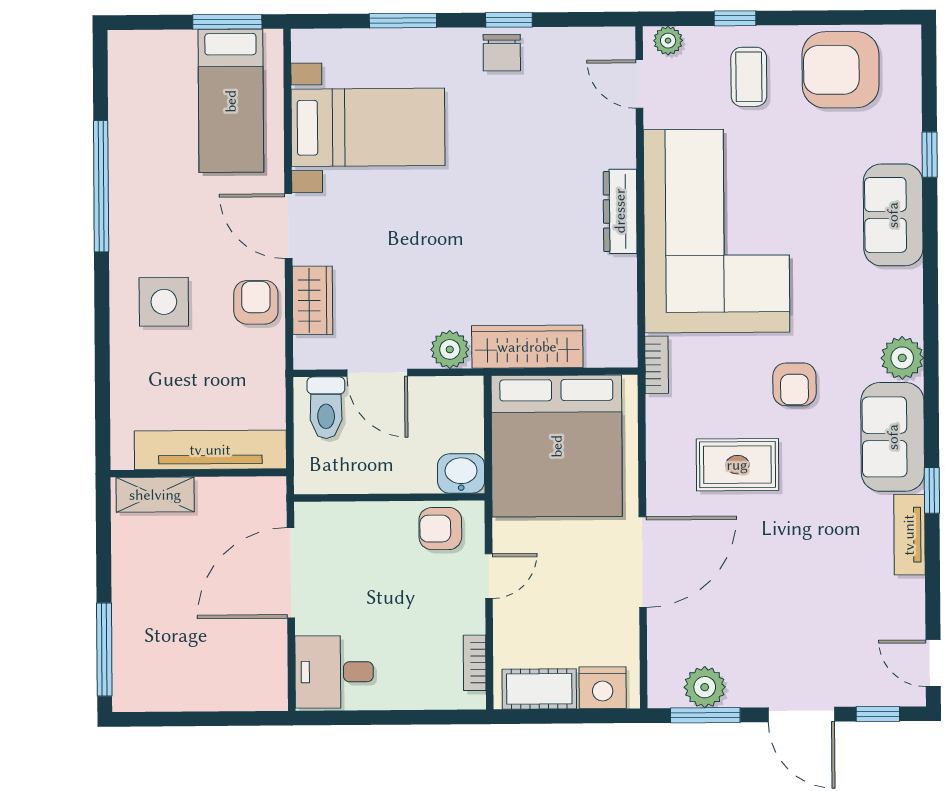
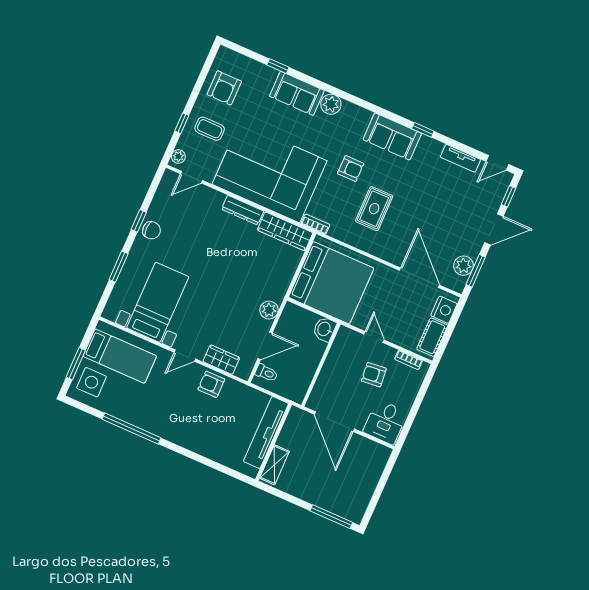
window: (227, 22) -> (76, 364), moved
armchair: (841, 70) -> (224, 88), width x0.73, depth x0.73
door: (288, 226) -> (185, 356), width x0.73
side table: (164, 302) -> (91, 382), moved
wardrobe: (527, 347) -> (285, 231), moved, turned -90
plant: (902, 358) -> (331, 104), moved
toilet: (326, 408) -> (266, 373), width x0.73, depth x0.72
armchair: (440, 529) -> (374, 375), moved, turned 84
tv unit: (909, 535) -> (460, 158), moved
door: (643, 562) -> (419, 278), moved

